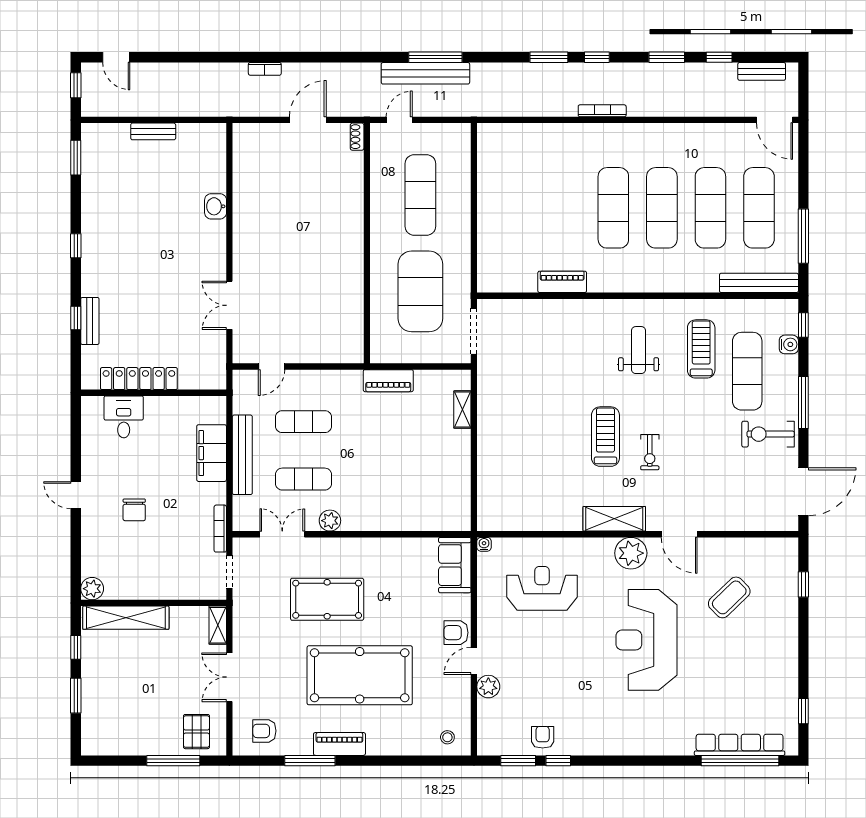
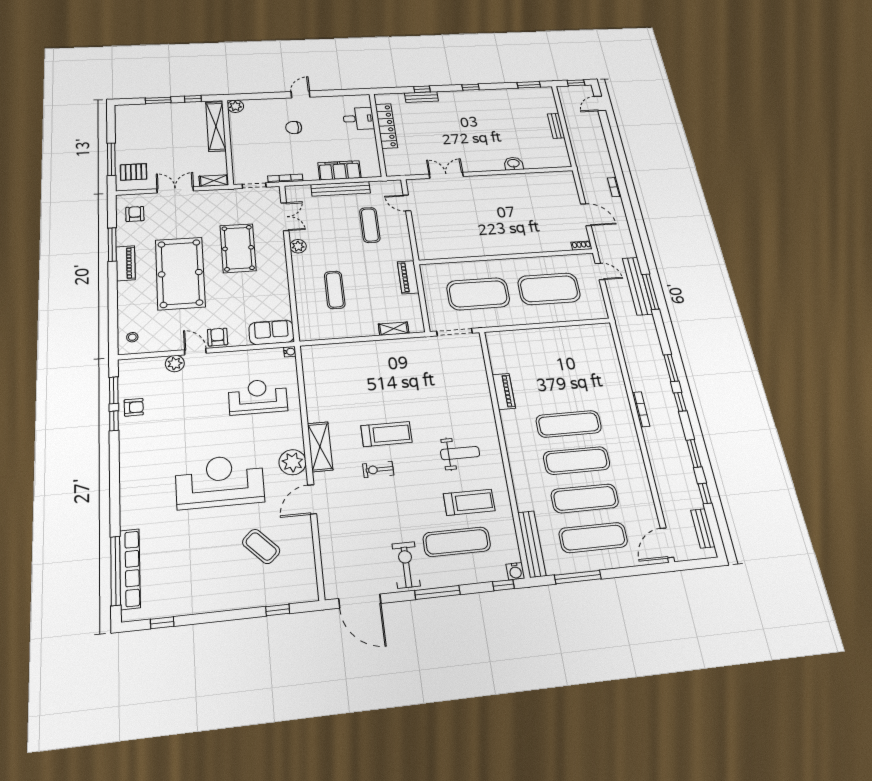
exercise mat: (420, 195) -> (549, 289), width x1.47
water cooler: (789, 344) -> (515, 571), moved
exercise mat: (304, 479) -> (335, 290), moved
reception desk: (542, 588) -> (258, 397), turned -90

